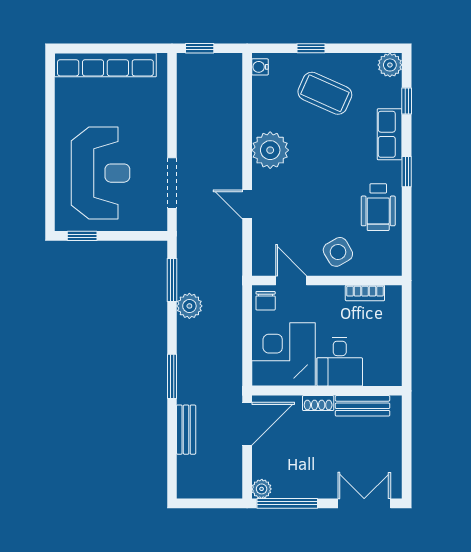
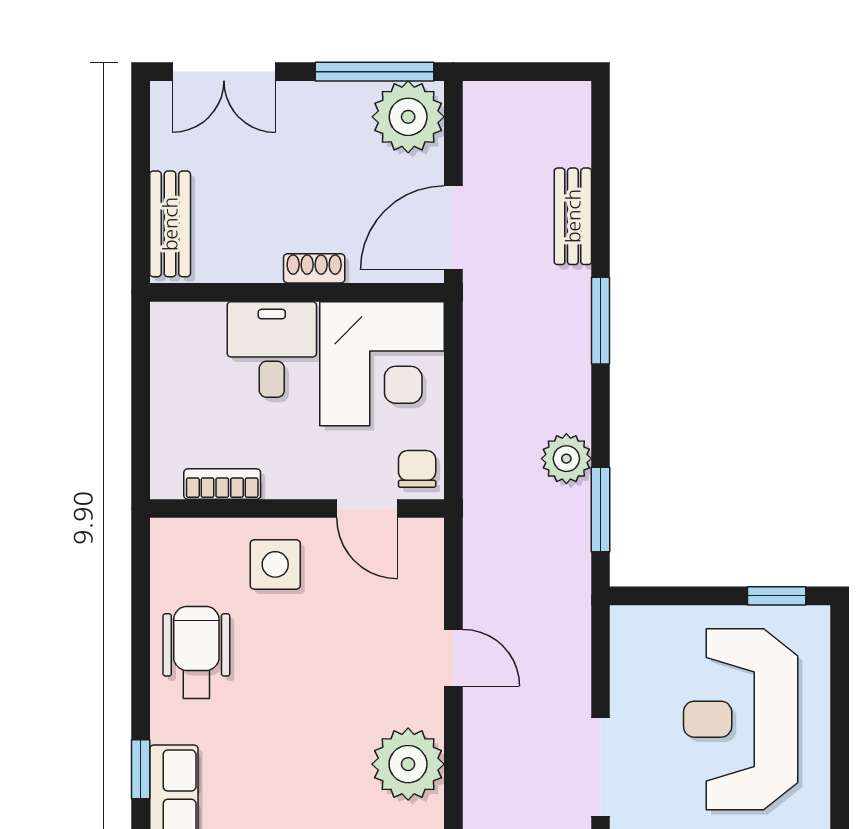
window: (407, 172) -> (141, 769), moved
doorway: (172, 183) -> (601, 767), moved
side table: (338, 252) -> (275, 564), turned 30
bench: (363, 406) -> (170, 224), moved, turned 90
plant: (262, 489) -> (408, 117), width x1.87, depth x1.87

